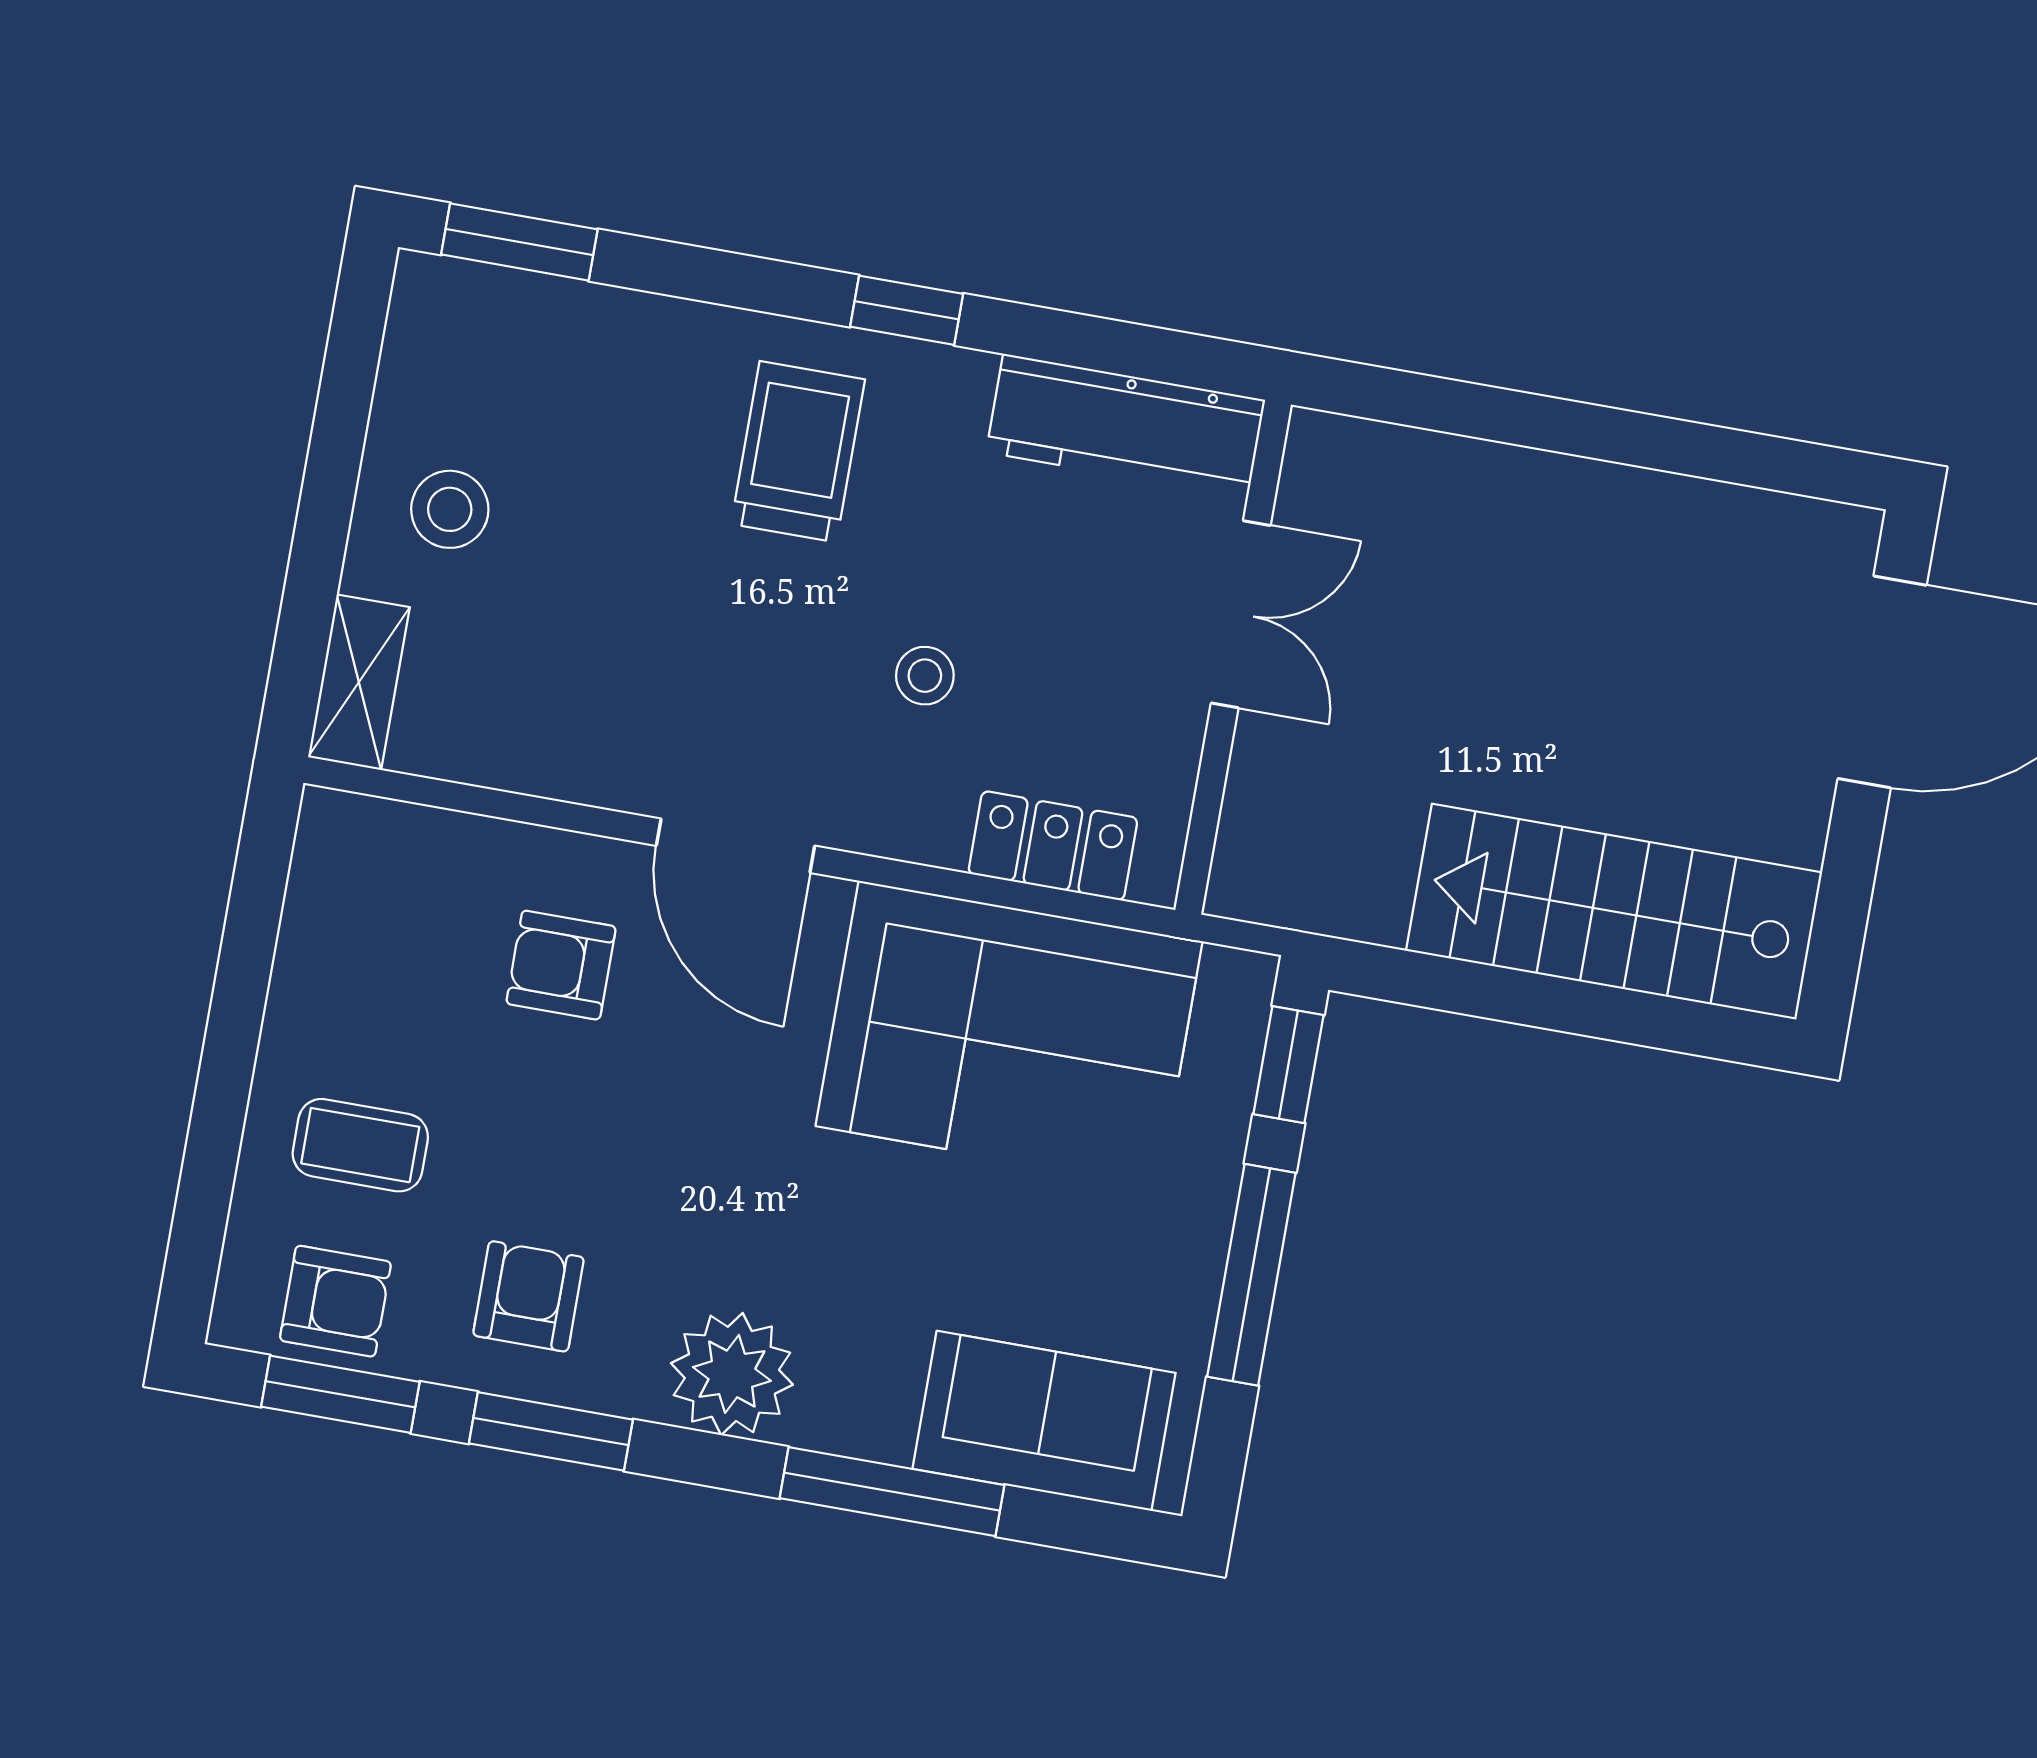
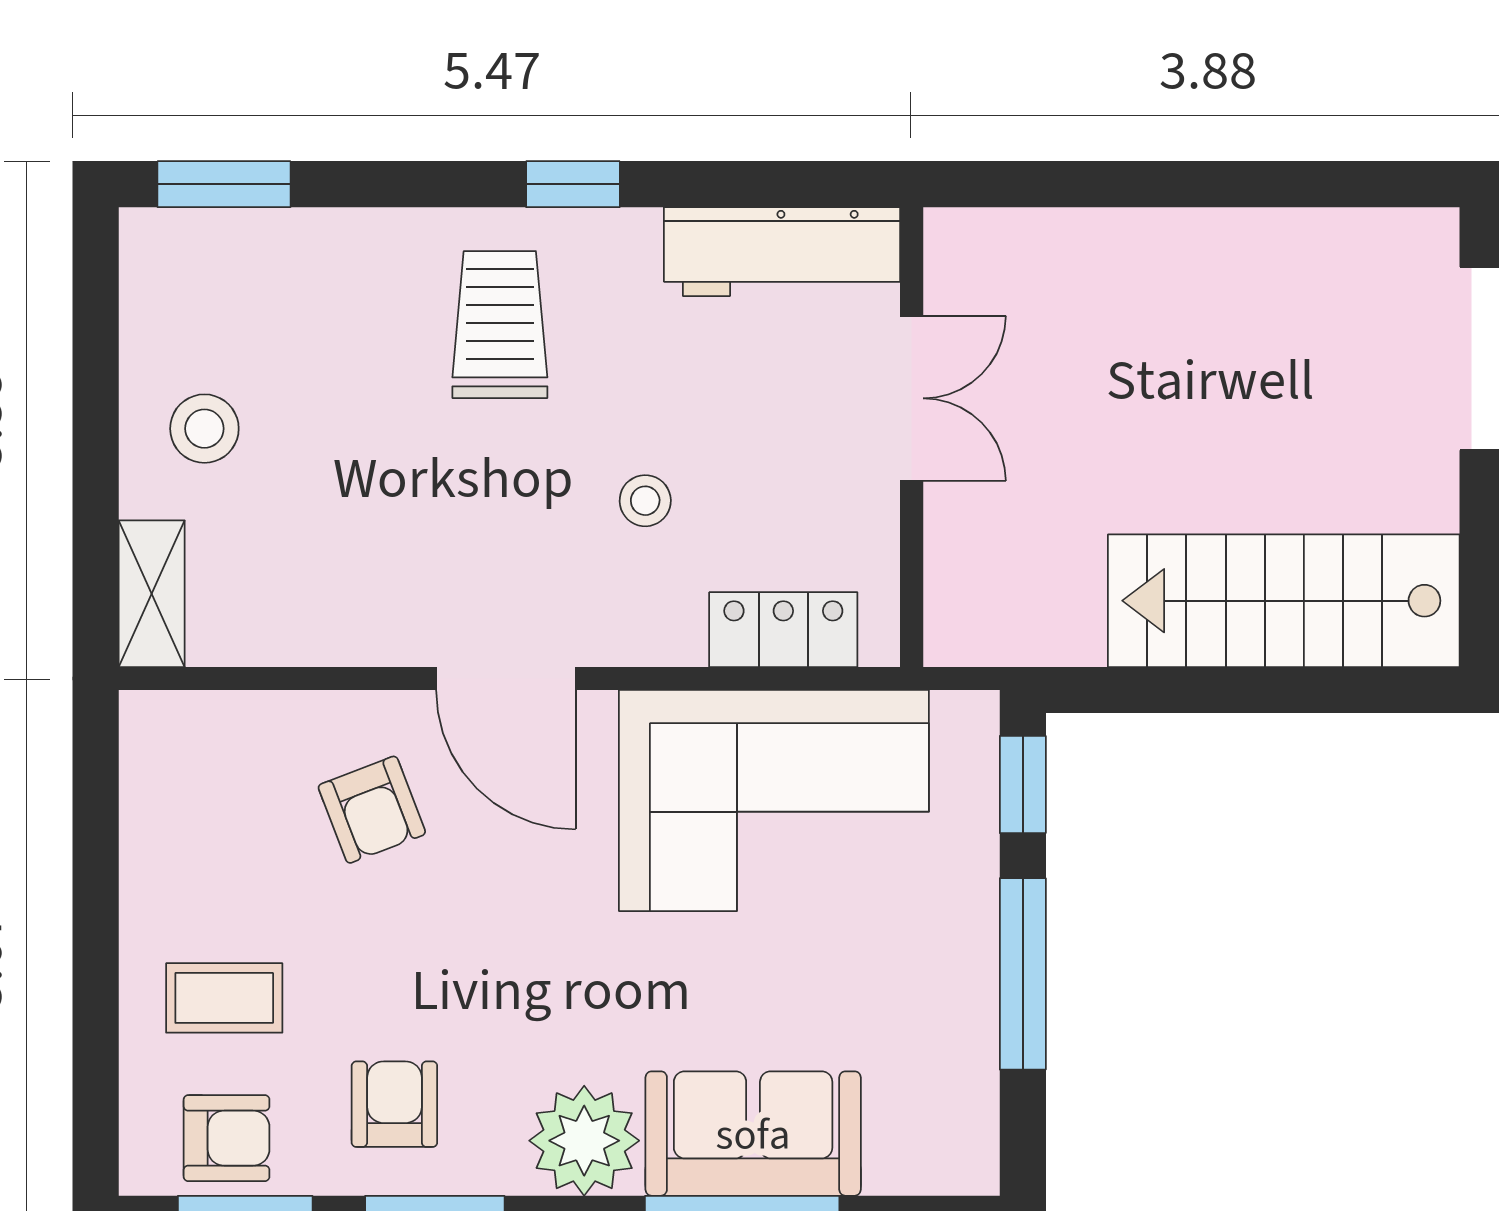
armchair: (561, 965) -> (372, 810), turned -111
sofa: (1044, 1421) -> (753, 1134), moved

